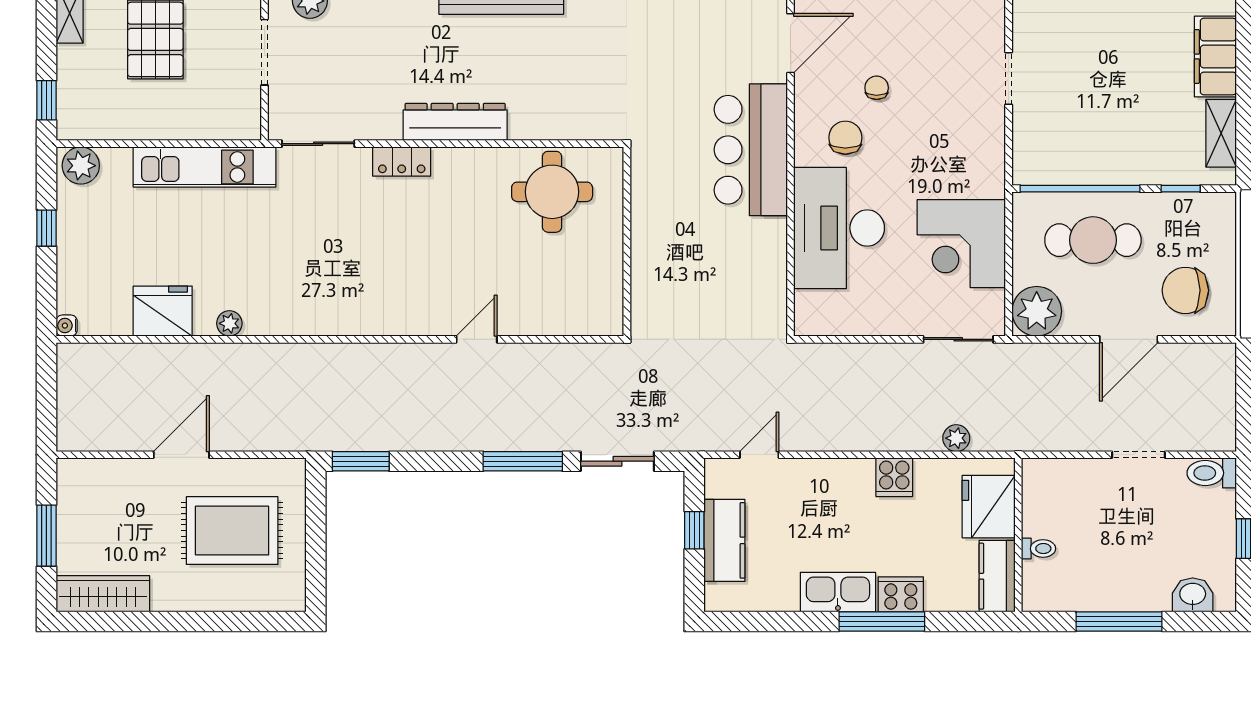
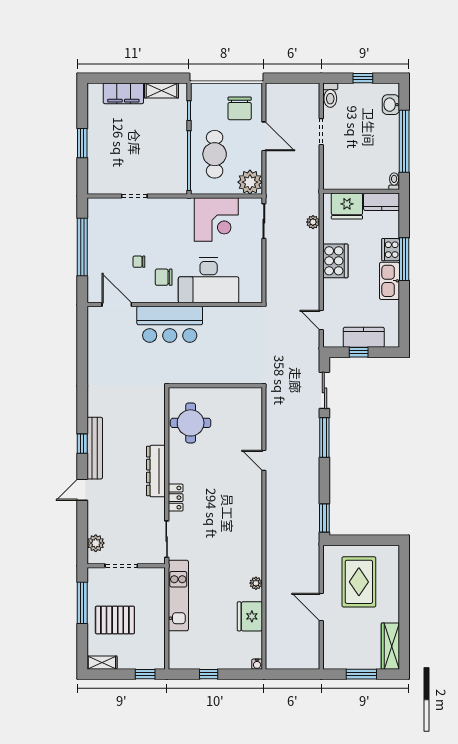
plant: (81, 166) -> (178, 657), removed
cooker: (894, 477) -> (335, 261), width x1.87, depth x1.31
toilet: (1039, 549) -> (394, 181), moved
window: (1119, 622) -> (404, 141), width x1.46

